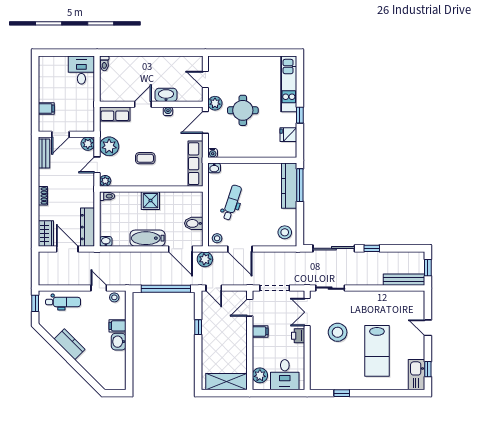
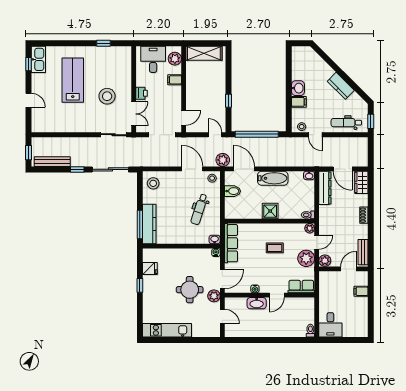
kitchen unit: (289, 84) -> (167, 330), moved, turned -90
bench: (404, 280) -> (52, 162), moved
filing cabinet: (260, 331) -> (175, 80), moved

